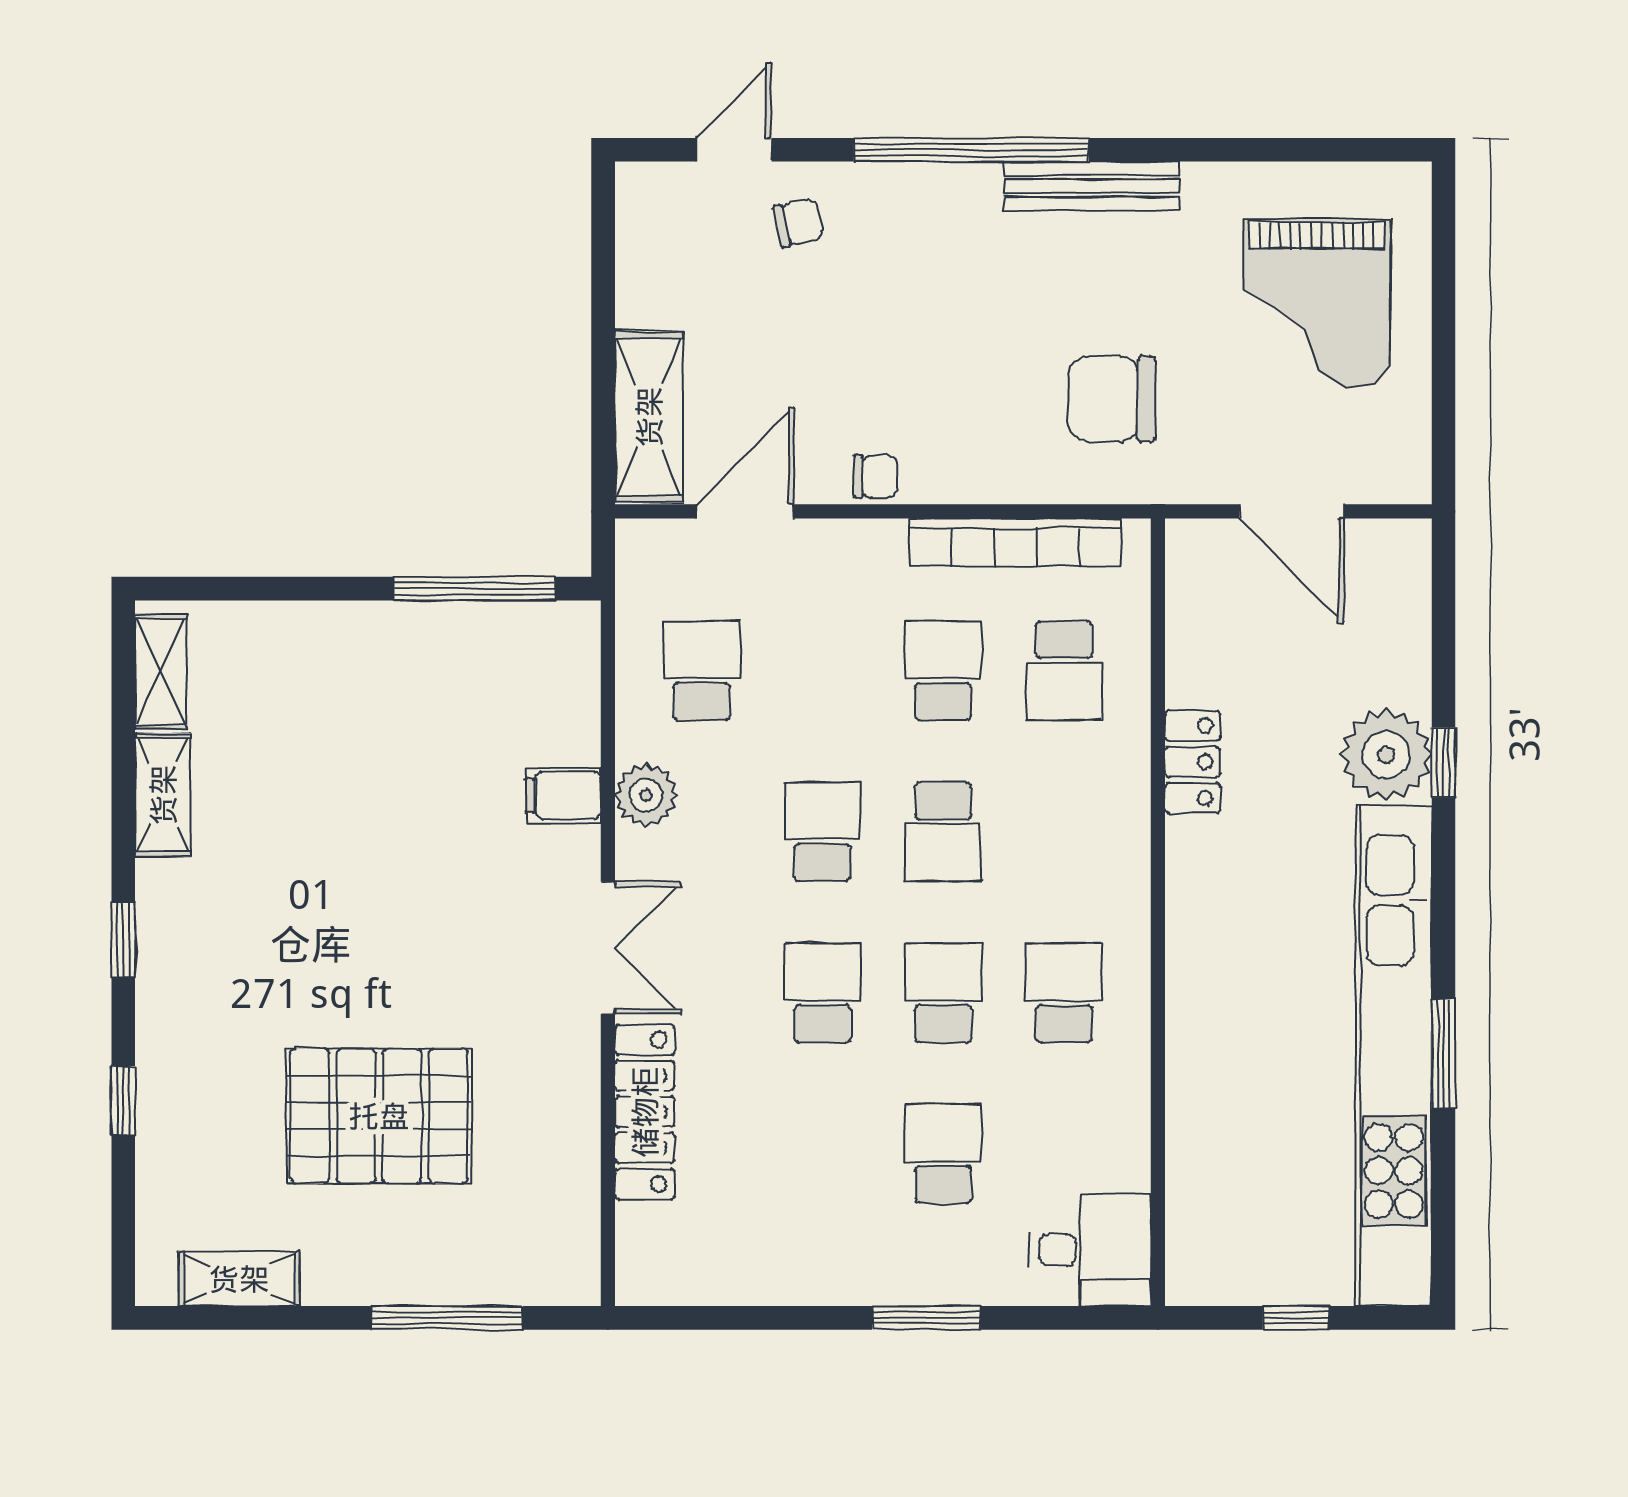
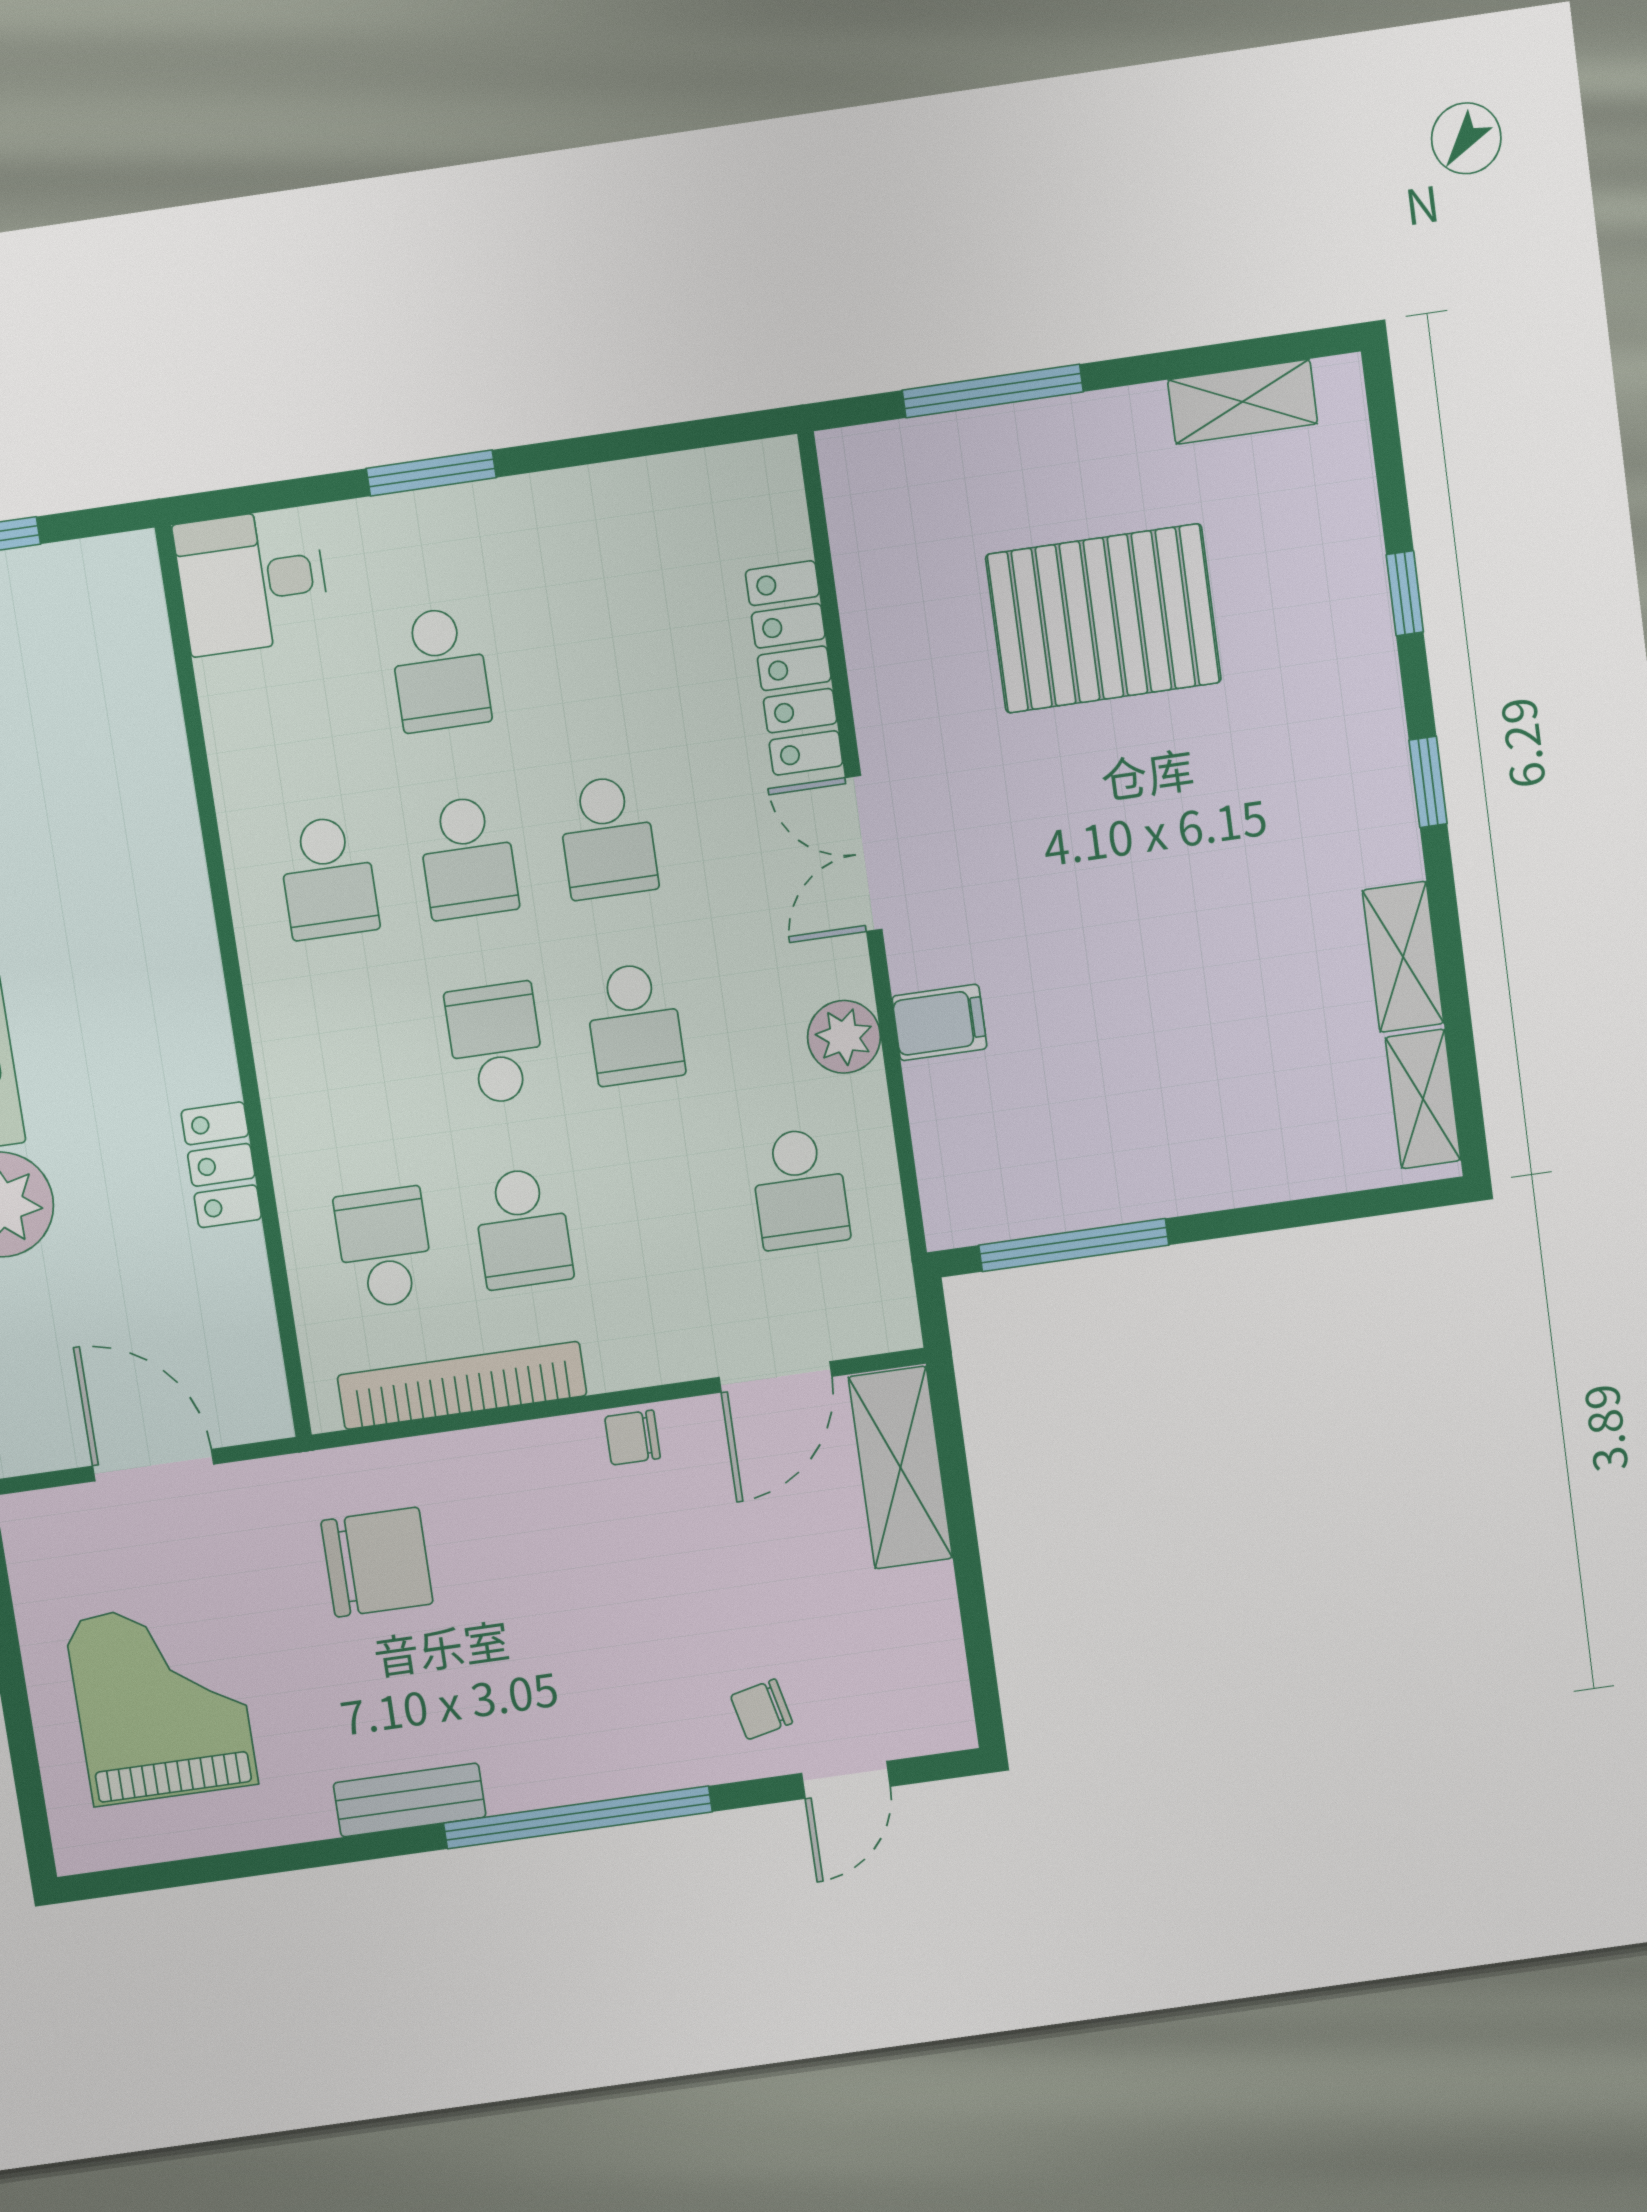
bench: (1092, 186) -> (410, 1800), width x0.73

